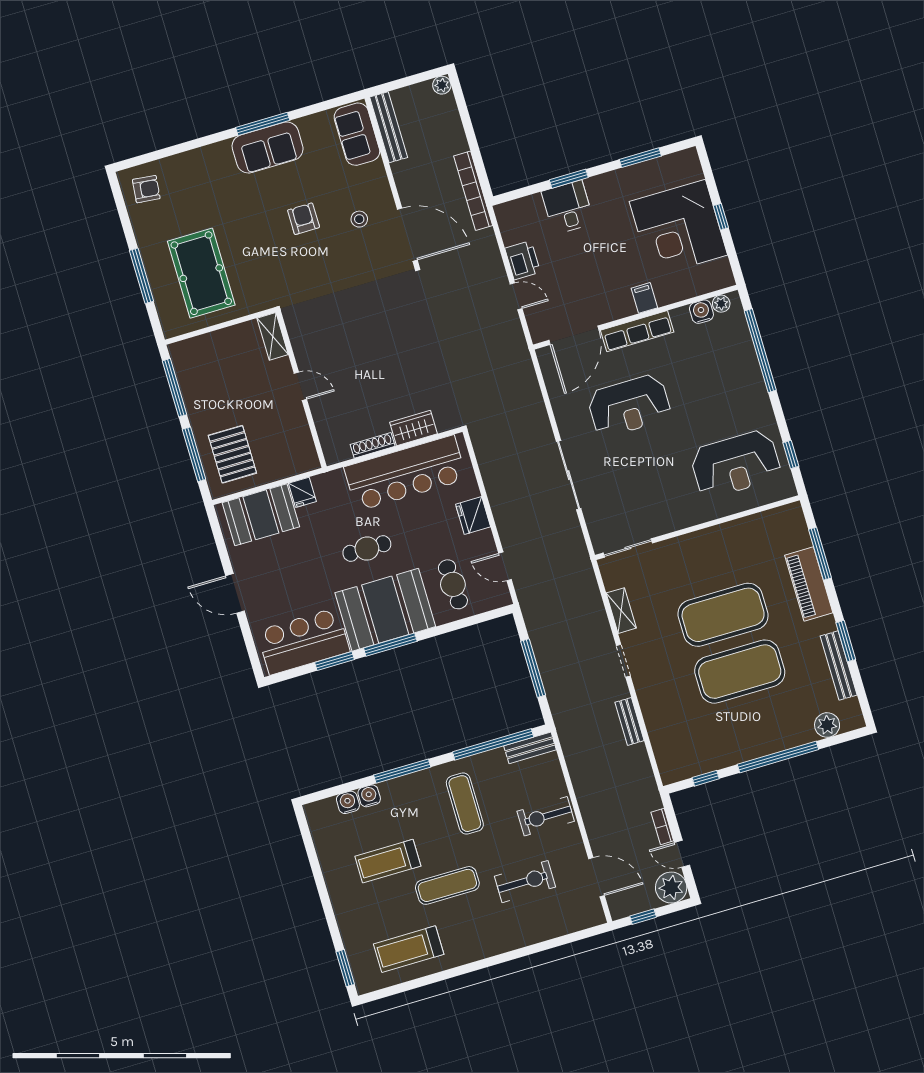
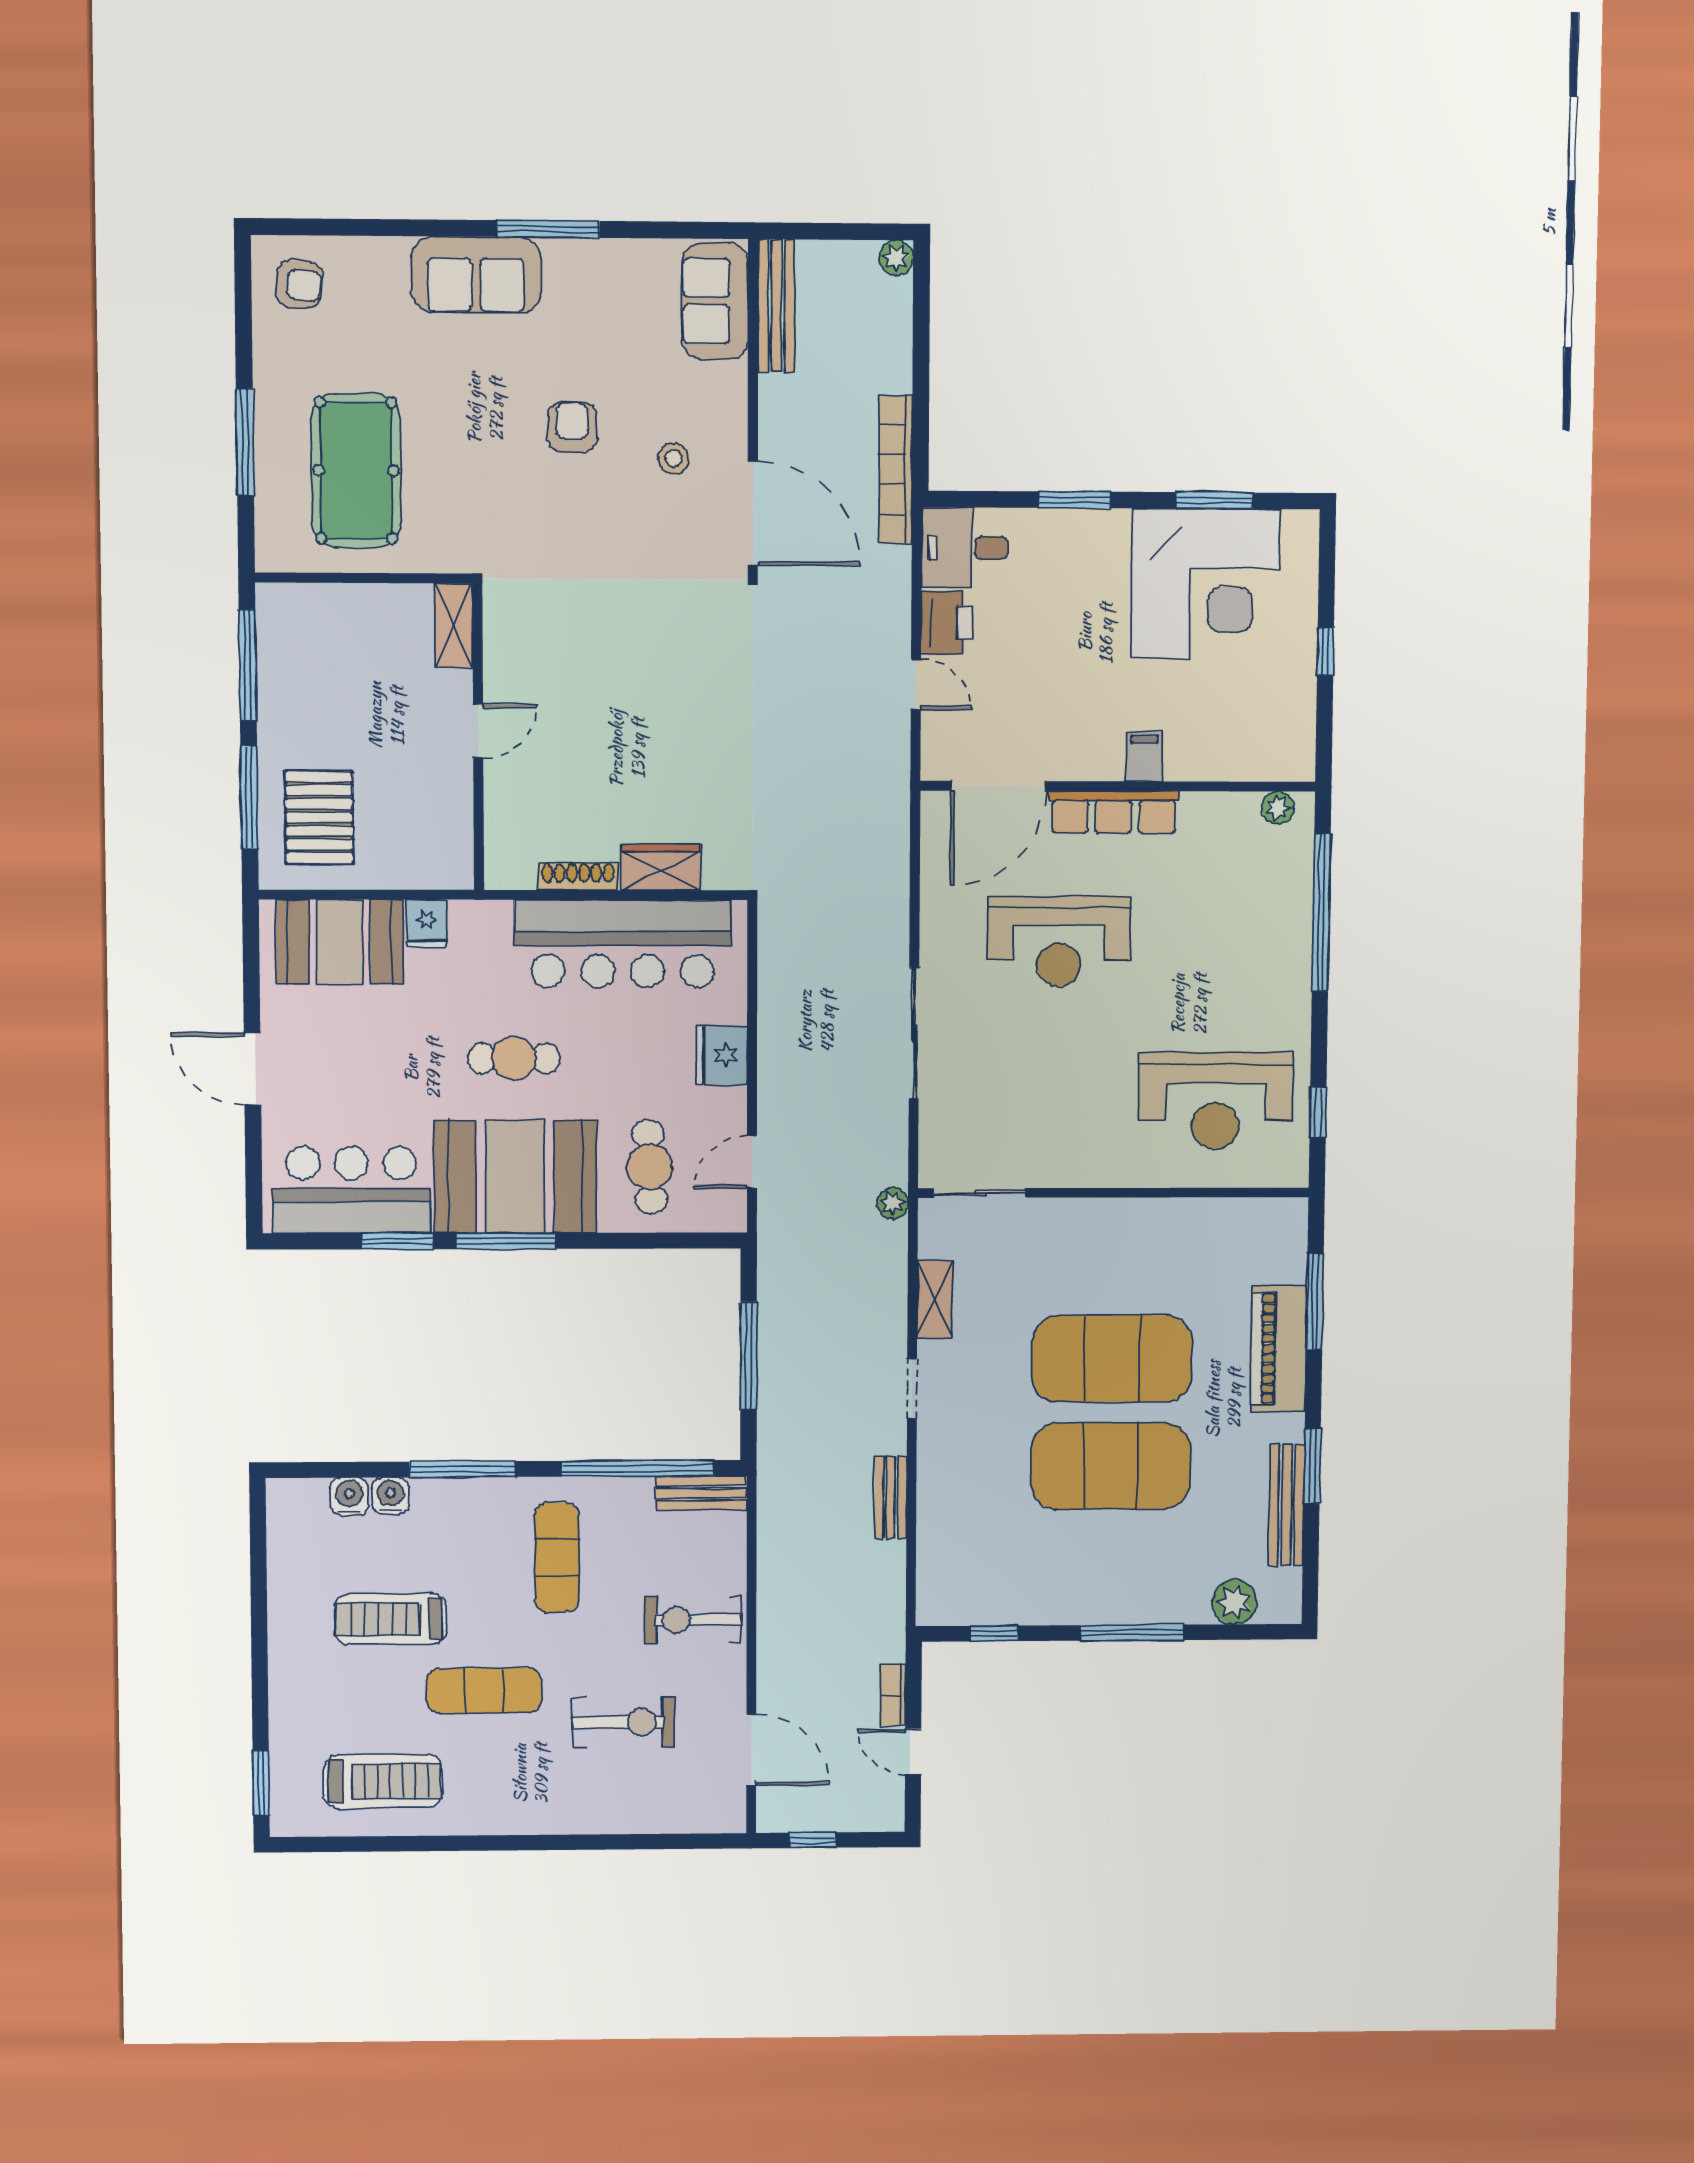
sofa: (268, 148) -> (476, 275), moved
desk: (568, 207) -> (965, 548), moved, turned -90
corner desk: (678, 228) -> (1205, 584), moved, turned -90
water cooler: (701, 312) -> (1239, 812), removed
door: (300, 386) -> (478, 731), hinge flipped
door: (505, 566) -> (752, 1162), hinge flipped
window: (778, 757) -> (1132, 1633), width x0.68
plant: (671, 888) -> (893, 1203), moved, width x0.53, depth x0.53
treadmill: (409, 949) -> (383, 1781), turned 180

